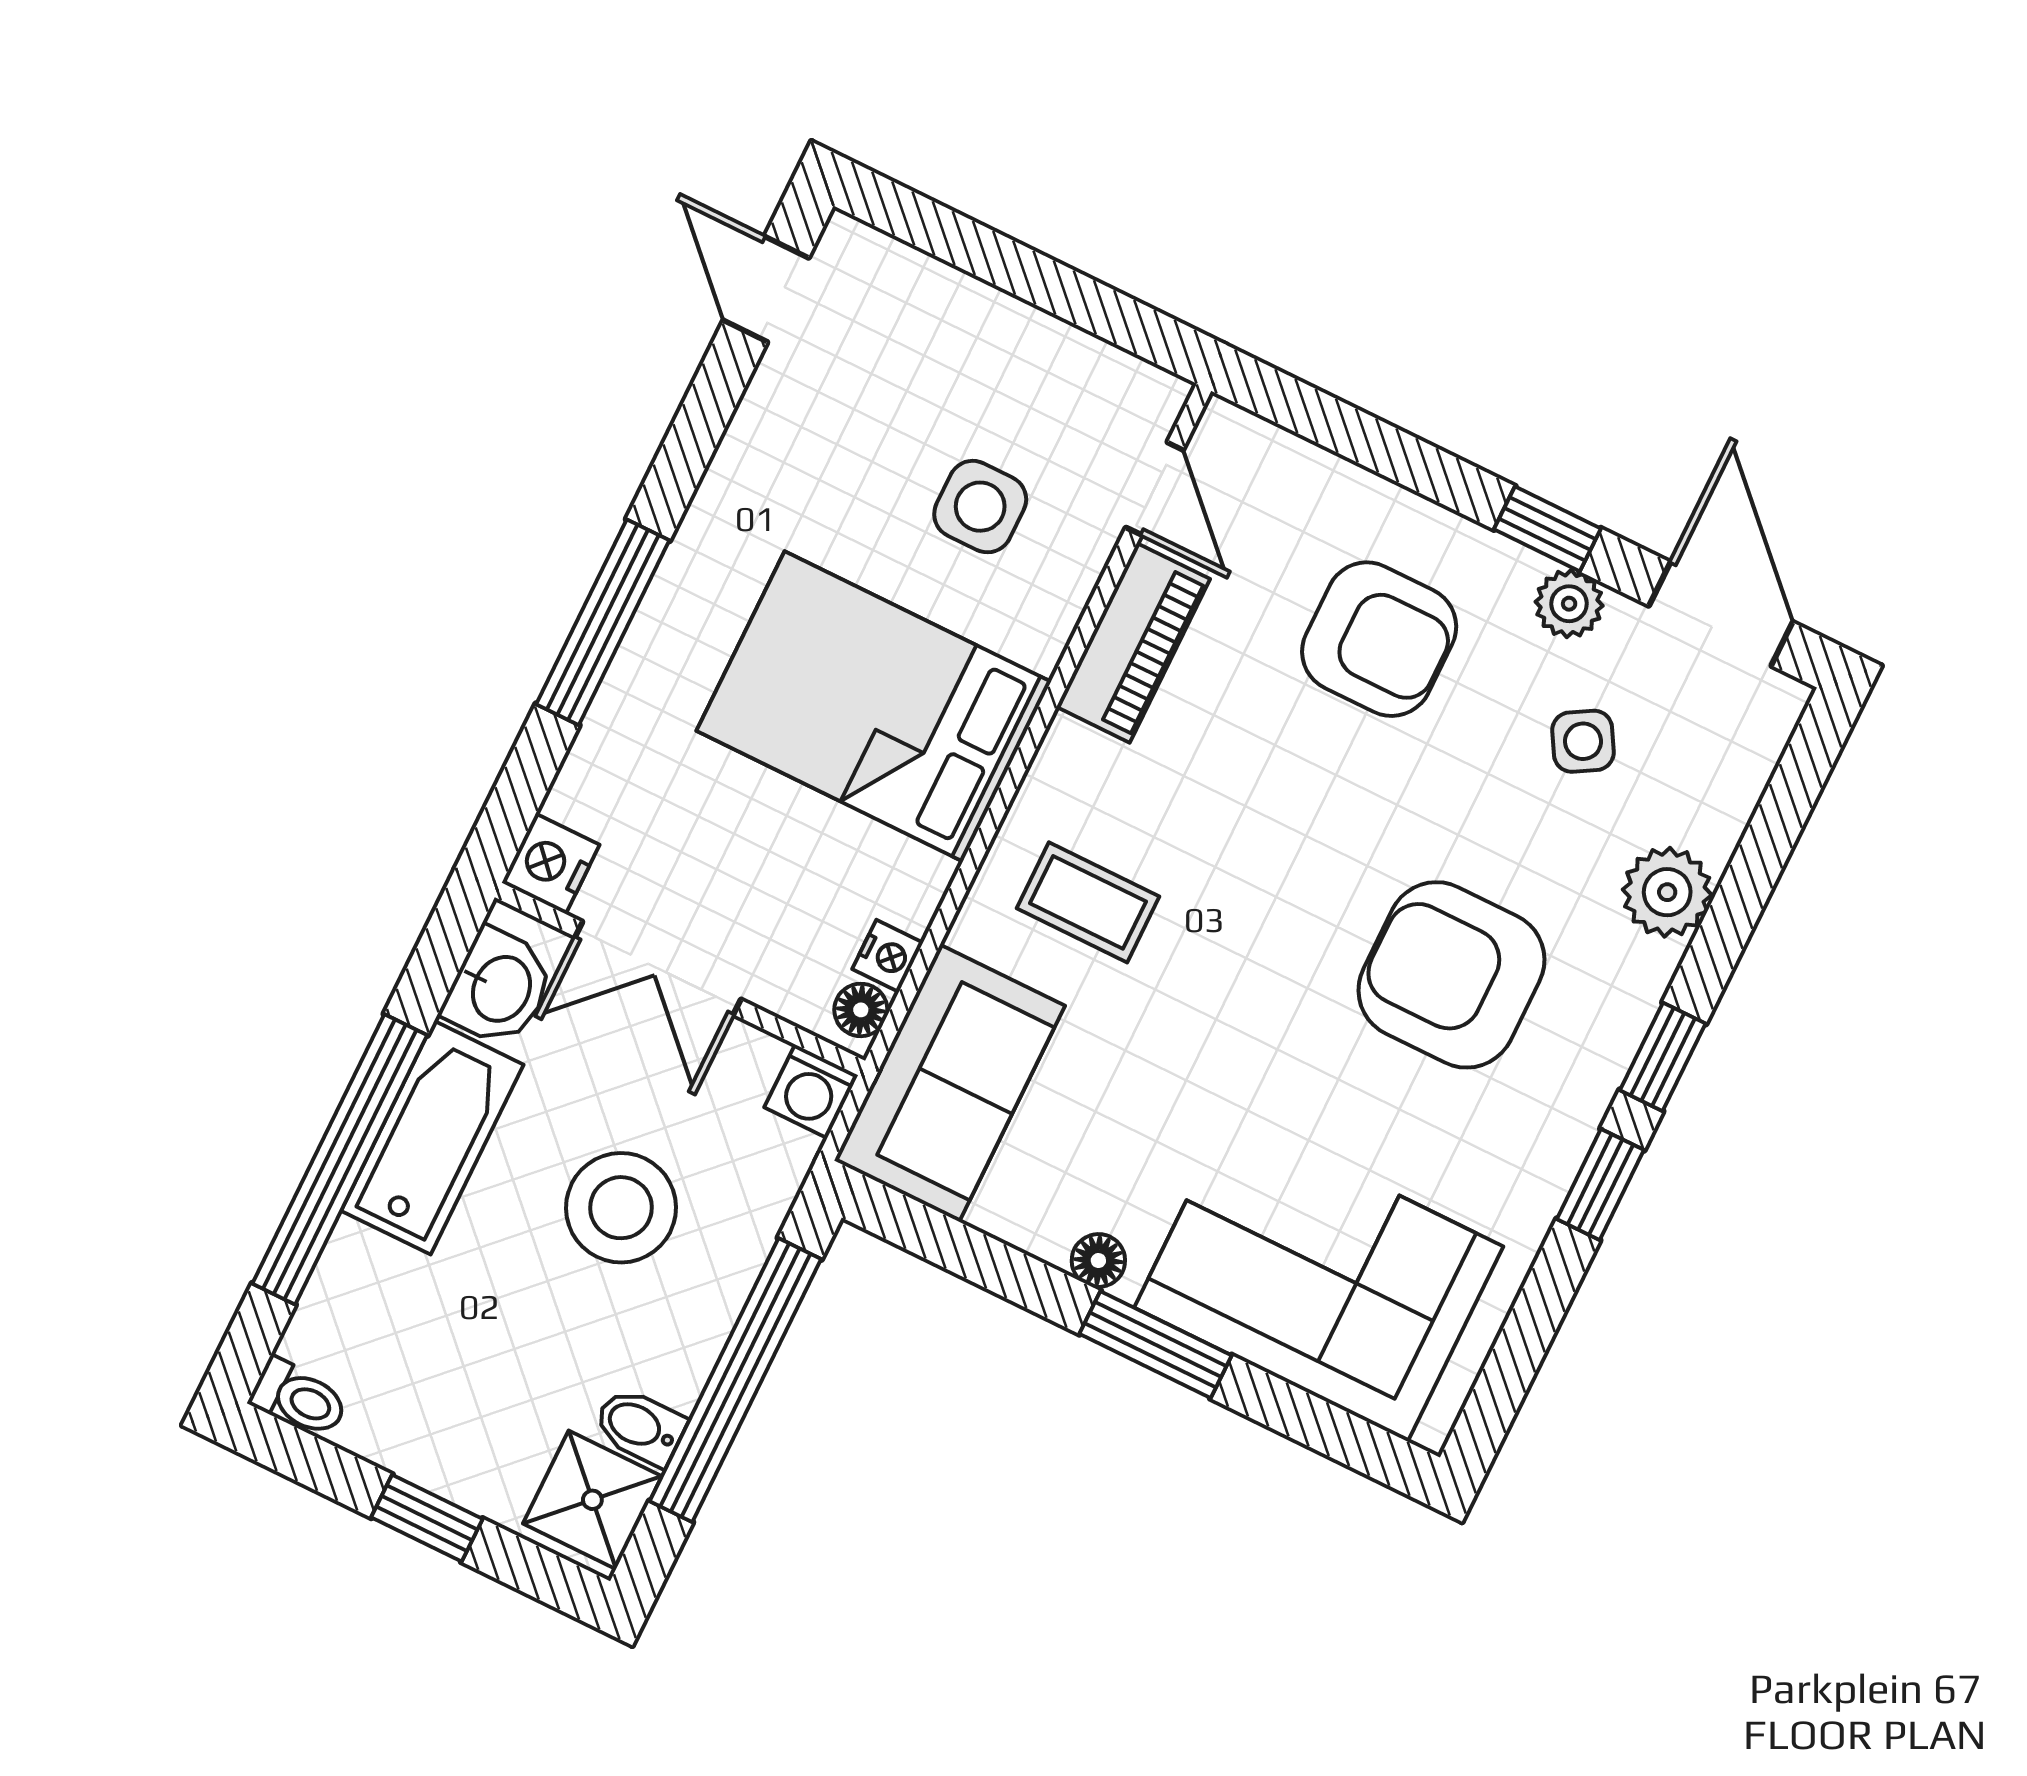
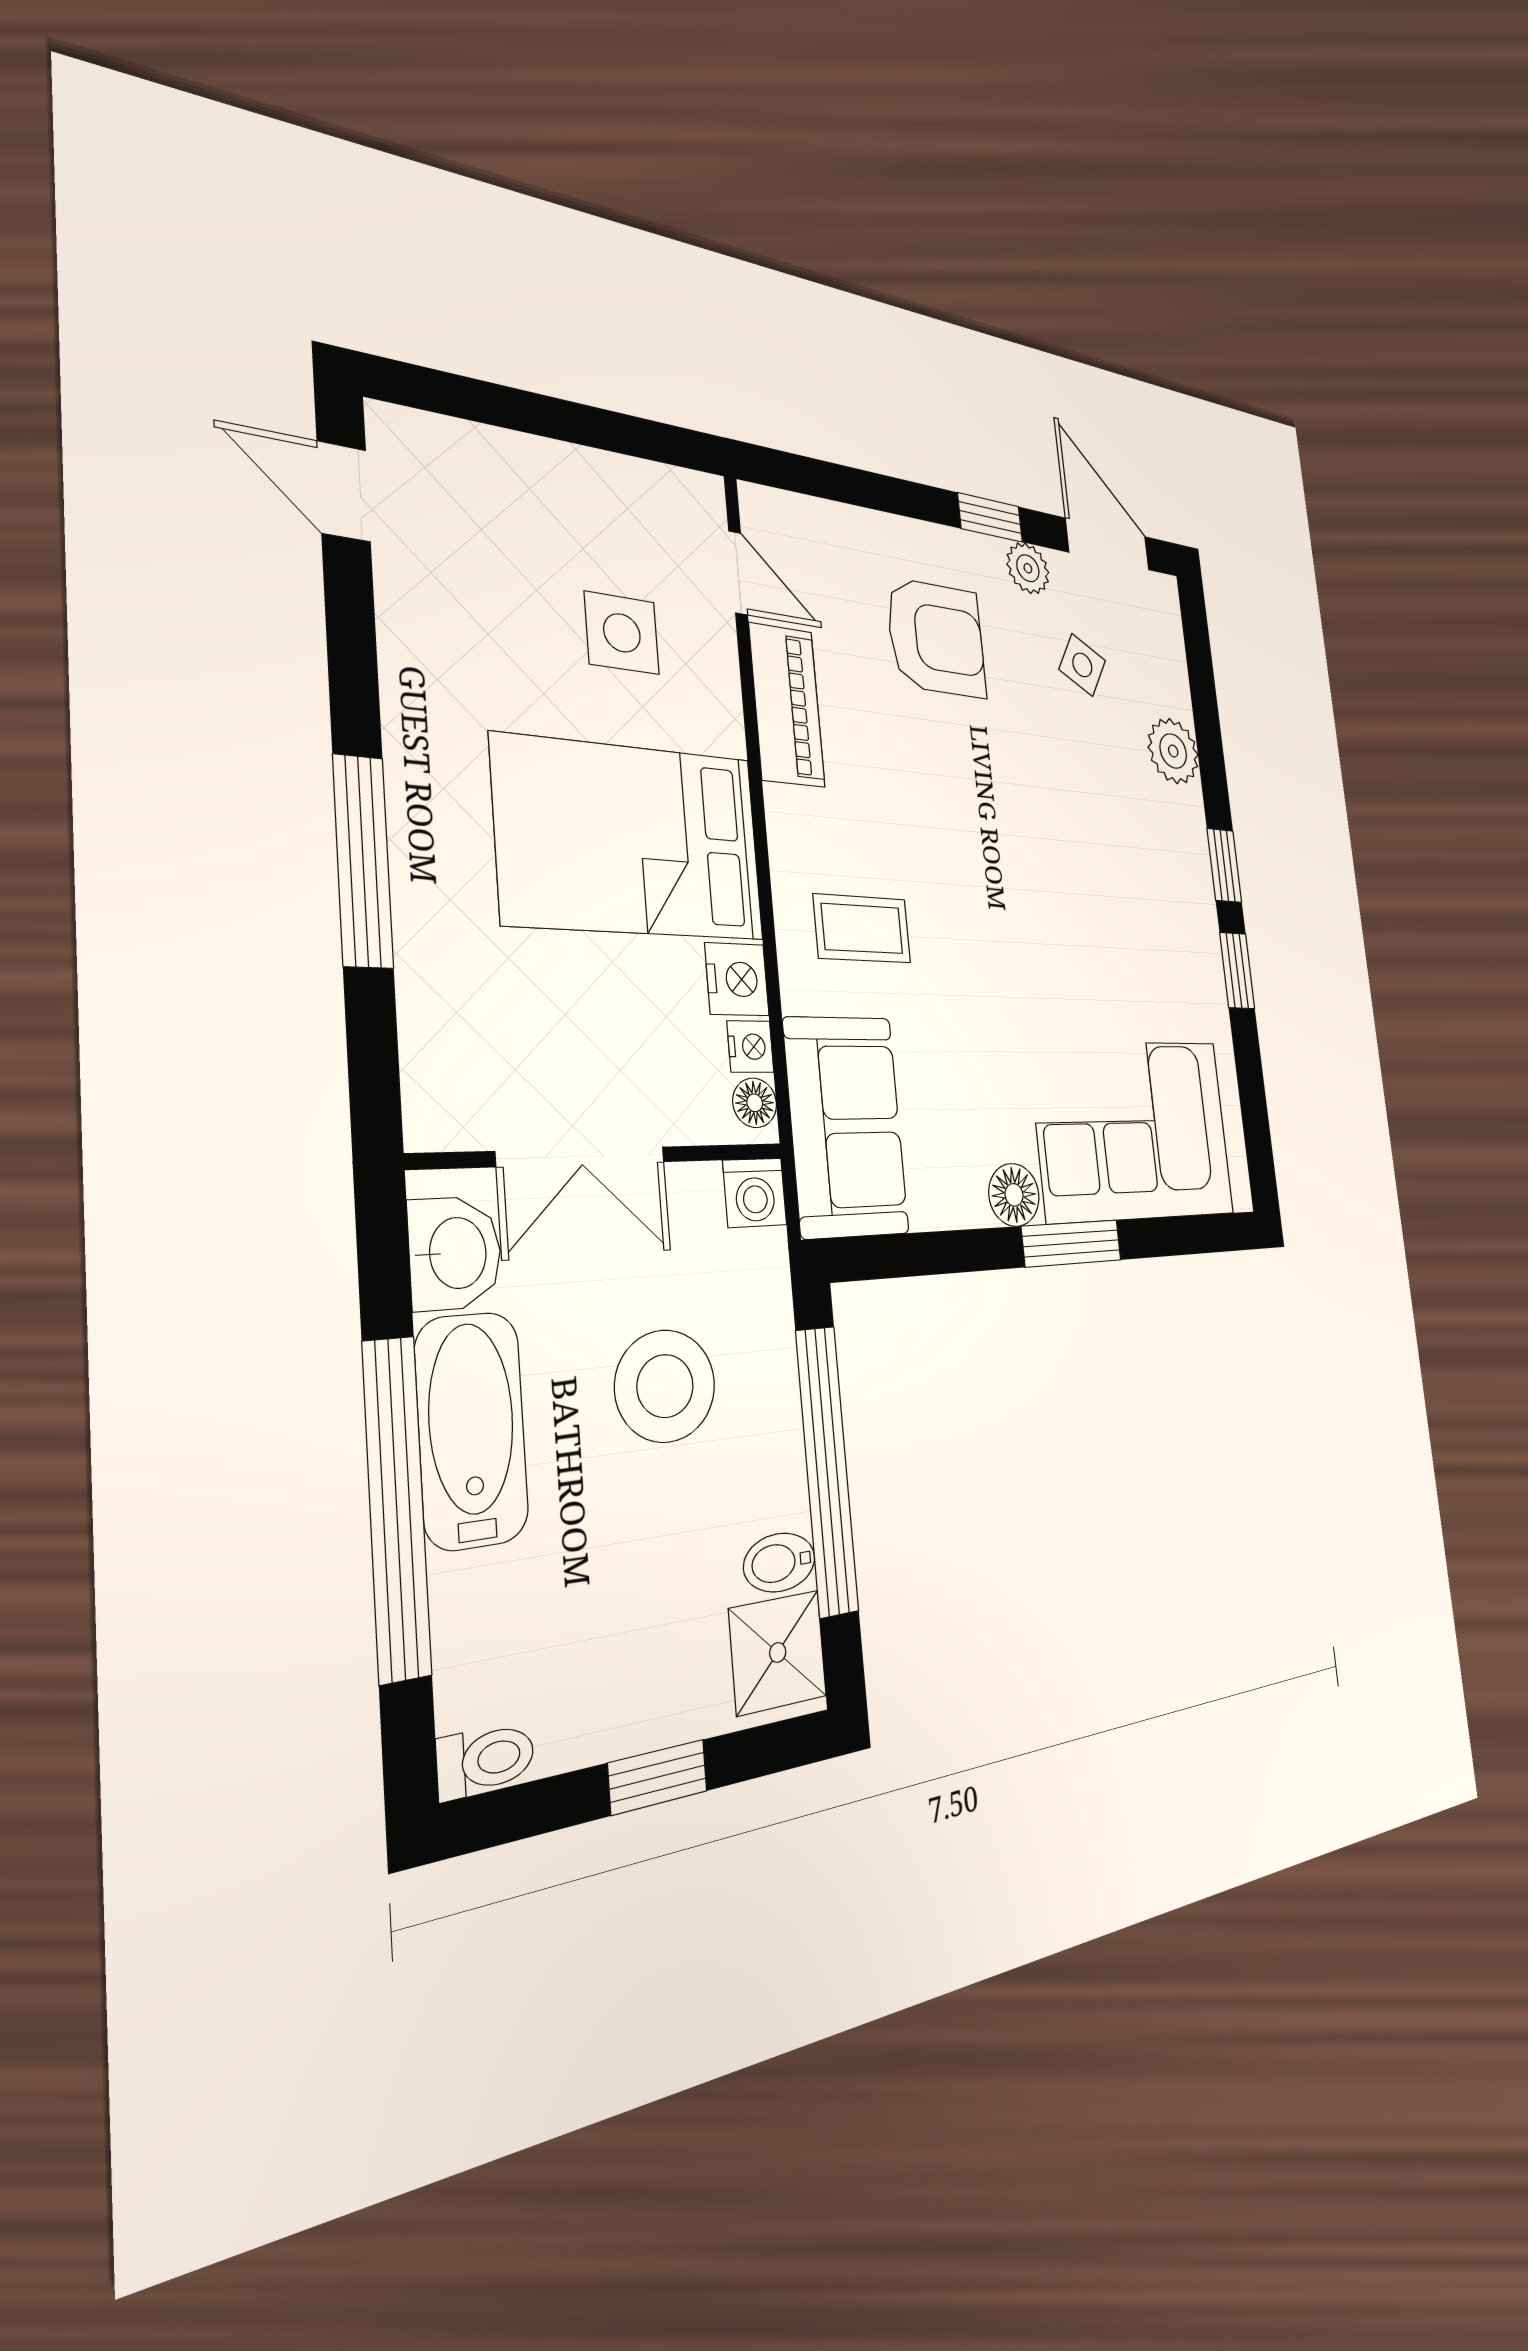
side table: (1583, 741) -> (1082, 665), turned -31
nightstand: (551, 864) -> (737, 979), moved, turned 180
armchair: (1451, 975) -> (1096, 868), removed
floor lamp: (1098, 1261) -> (1014, 1195), width x1.37, depth x1.37

